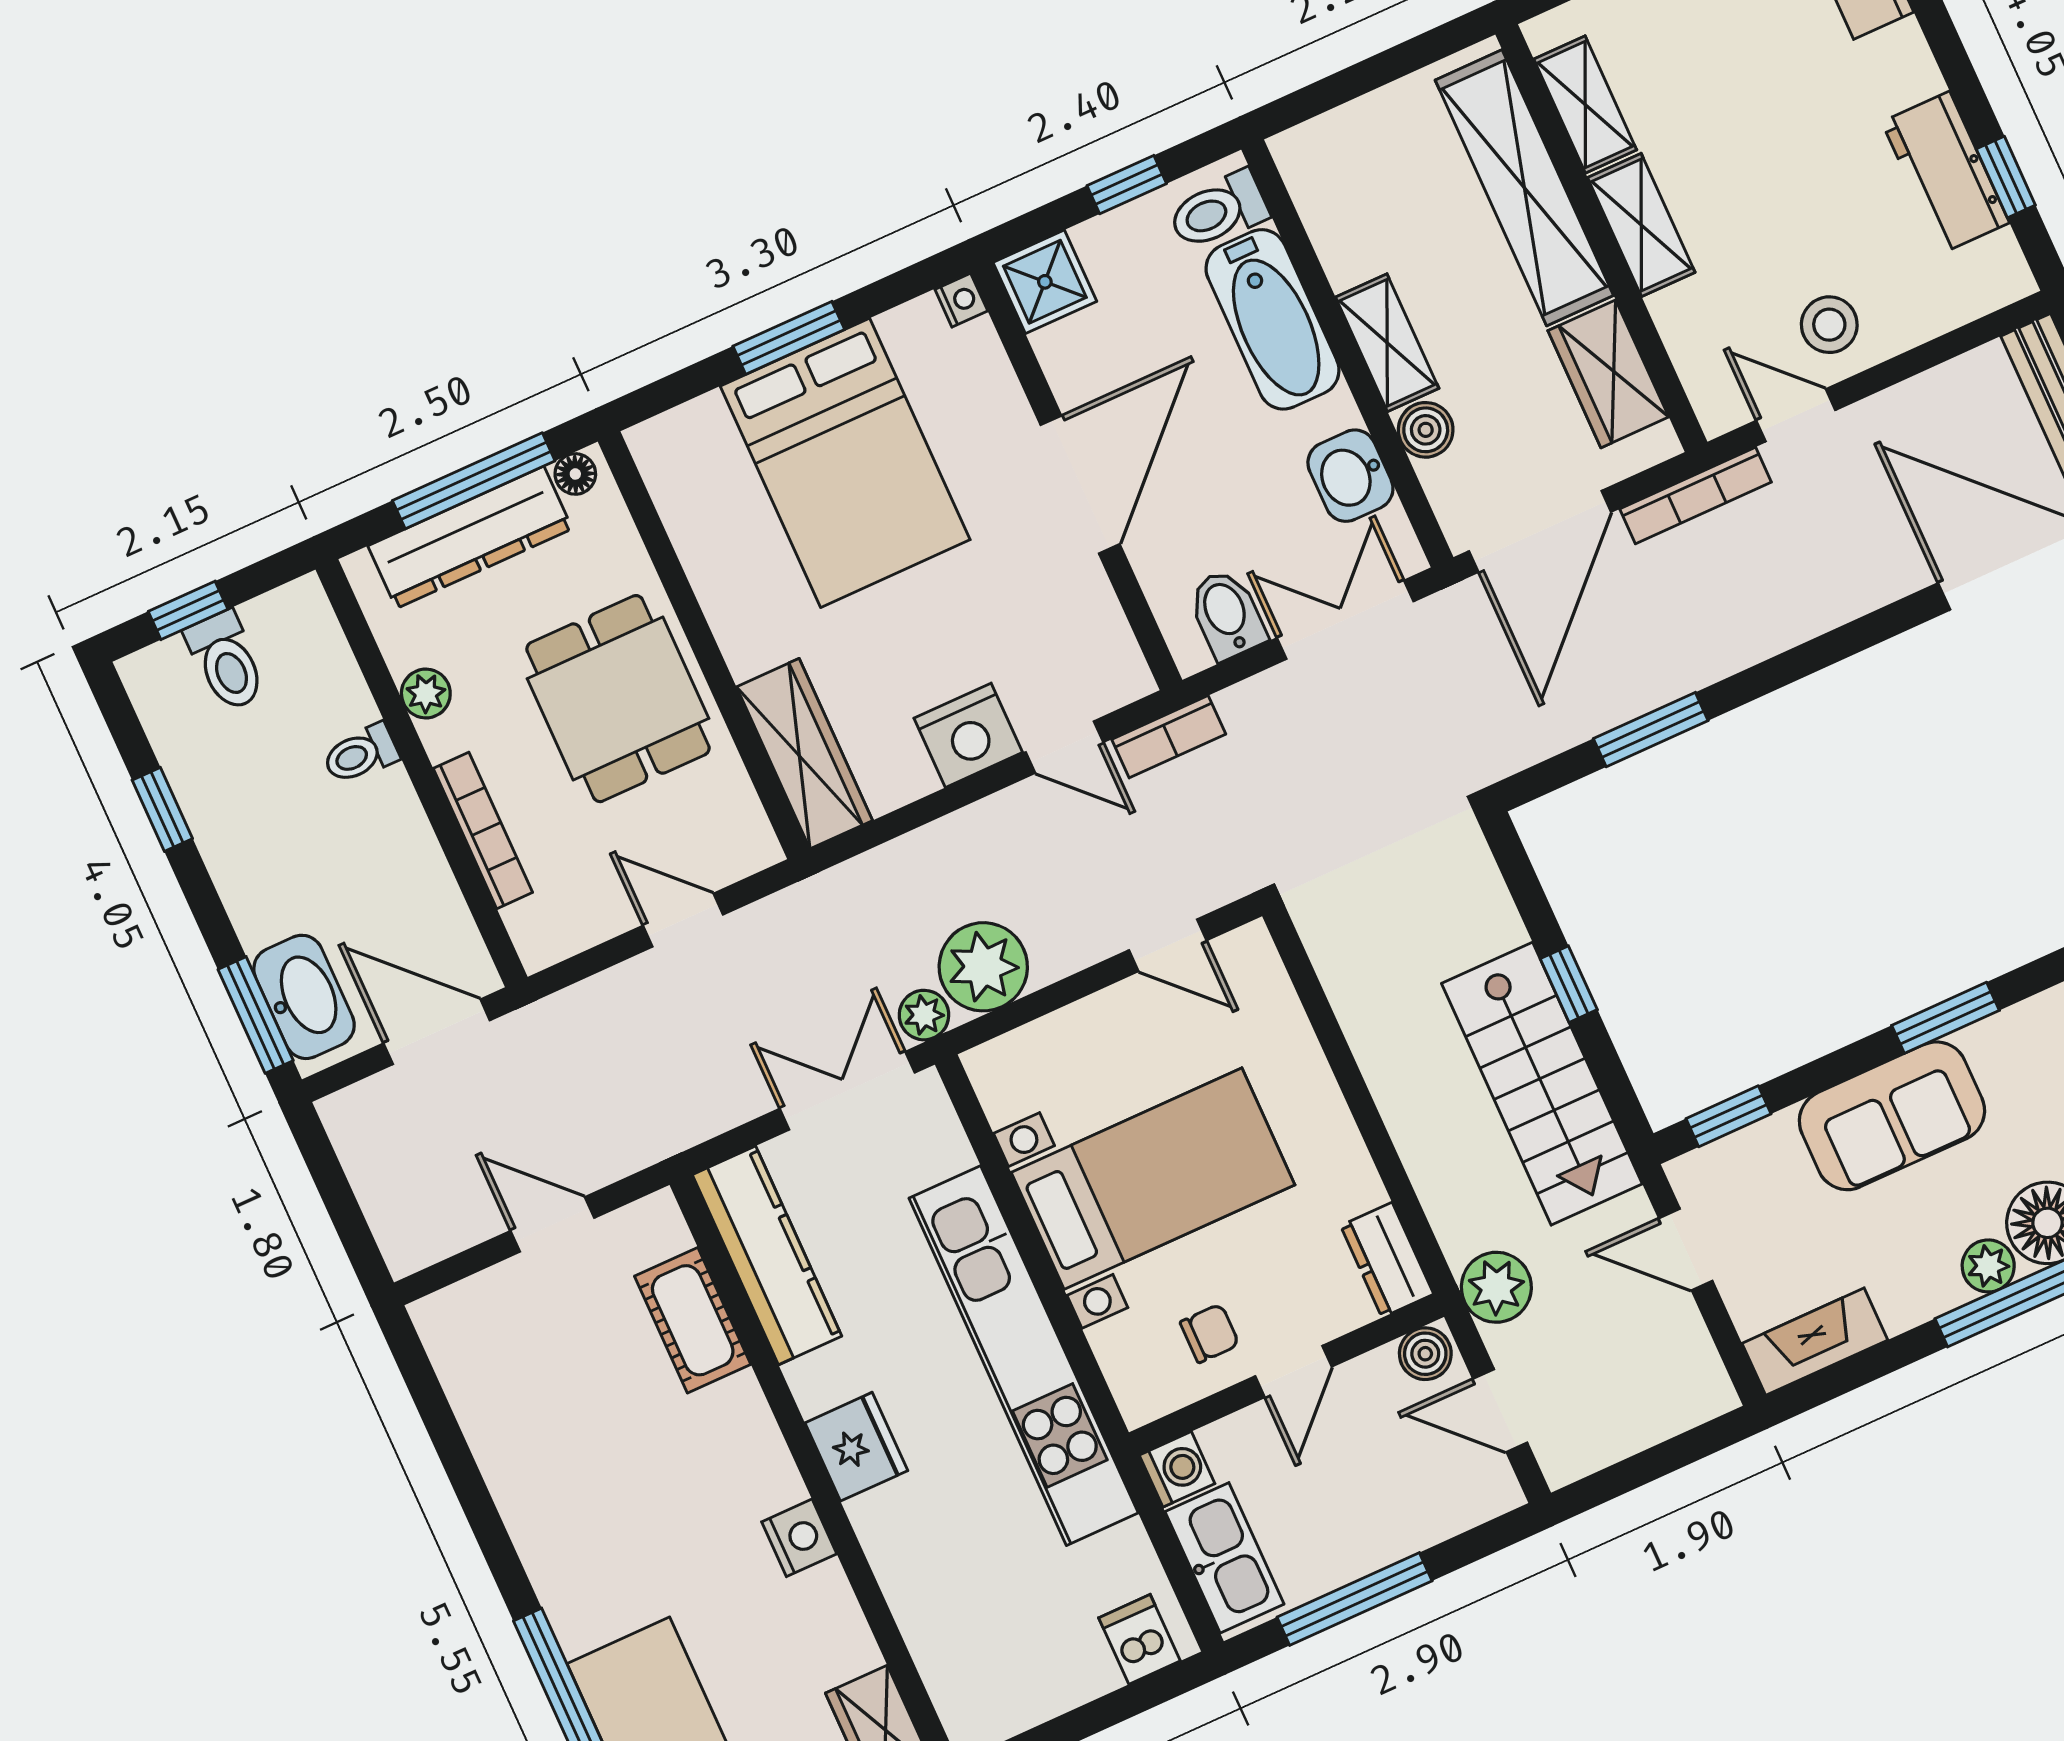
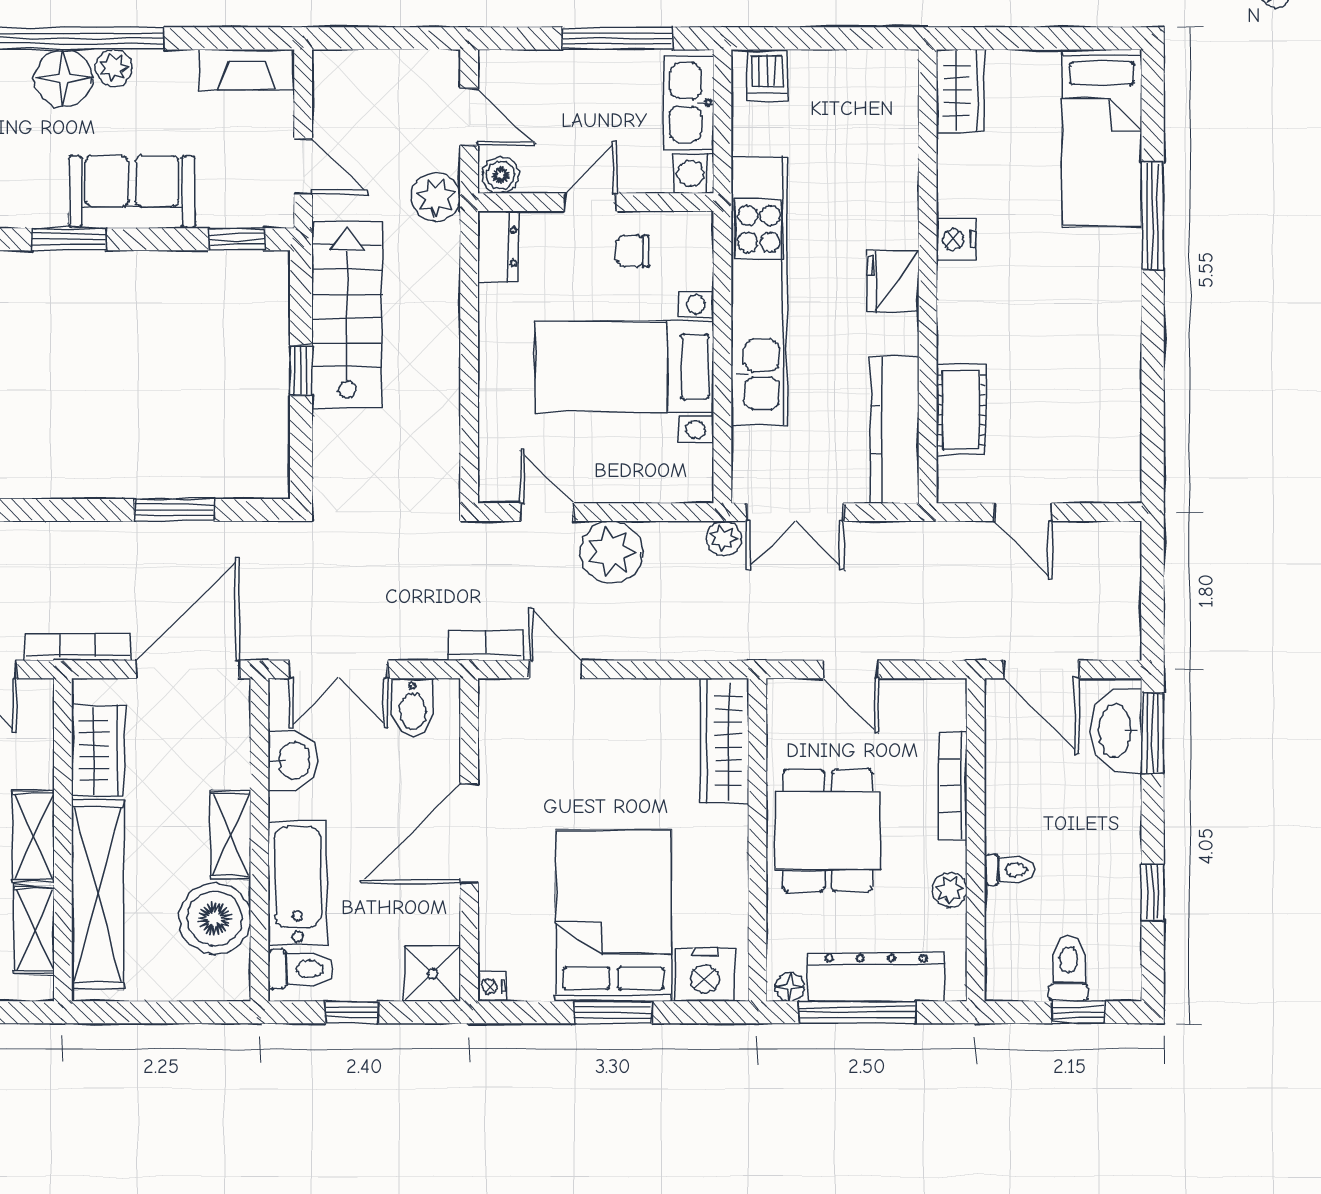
boiler: (1426, 430) -> (215, 919), moved, width x1.86, depth x1.86
nightstand: (968, 735) -> (705, 975), moved, turned 180
plant: (983, 967) -> (611, 552), moved

